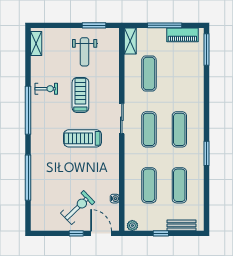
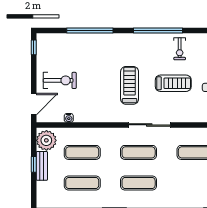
sliding door: (122, 119) -> (149, 125), width x1.37
exercise bike: (78, 208) -> (60, 80), turned -46
bench: (181, 225) -> (42, 166), moved
plant: (132, 226) -> (46, 140), width x1.88, depth x1.88
window: (76, 233) -> (34, 47), moved

